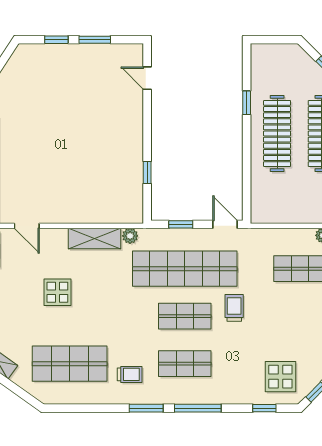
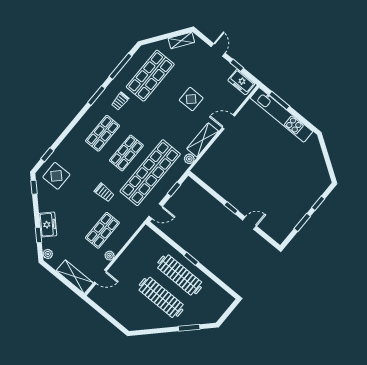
door: (147, 78) -> (249, 223), moved
window: (247, 103) -> (191, 259), moved
window: (147, 173) -> (231, 208), moved
door: (27, 226) -> (228, 122), moved
trolley: (234, 308) -> (104, 193), moved
window: (198, 408) -> (121, 66), moved

